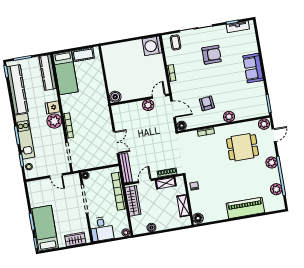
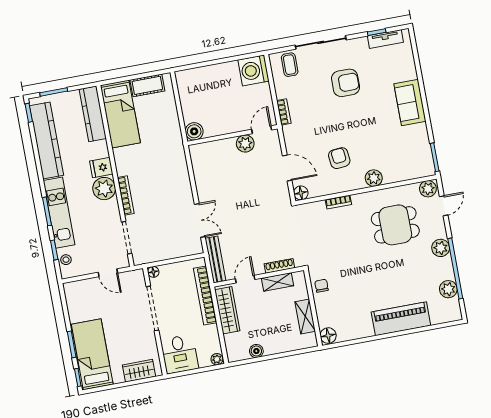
door: (159, 96) -> (262, 130), moved
boiler: (115, 97) -> (194, 131), moved
wall: (140, 100) -> (233, 135), moved
plant: (148, 105) -> (245, 144), moved

